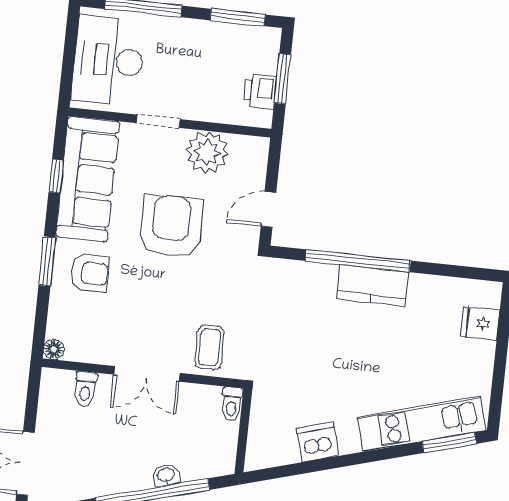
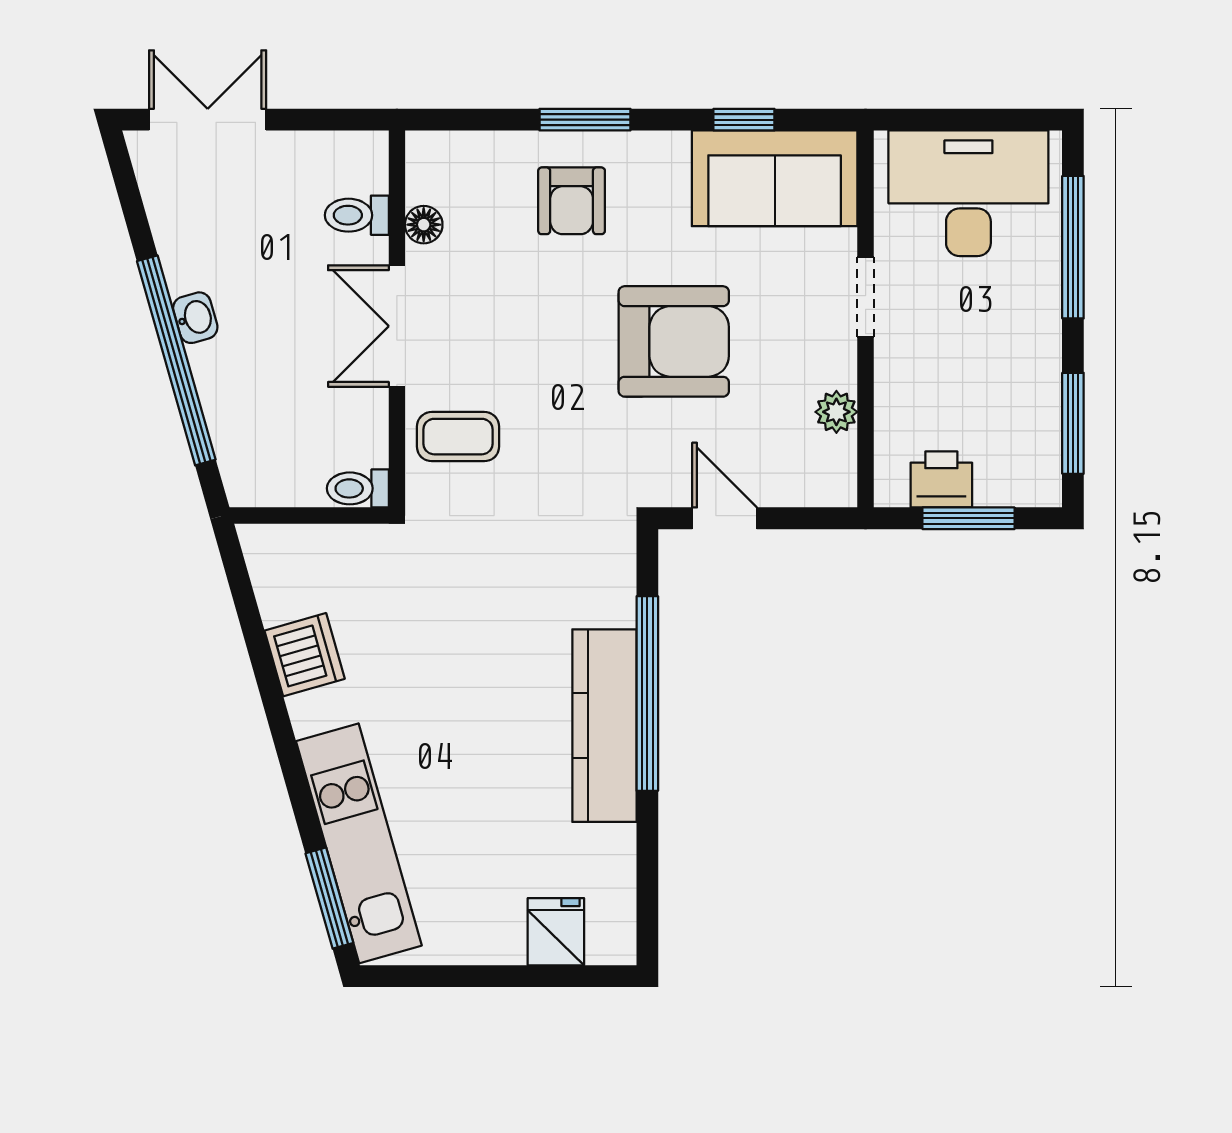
plant: (207, 152) -> (836, 412), width x0.53, depth x0.53
sofa: (88, 179) -> (775, 178), width x0.73
kitchen counter: (373, 286) -> (604, 726), width x1.50
floor lamp: (54, 349) -> (424, 225), moved
washbasin: (166, 475) -> (195, 318), moved

